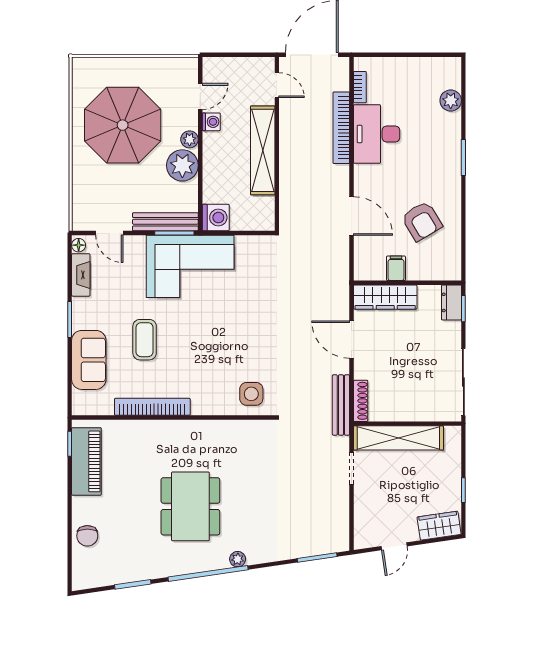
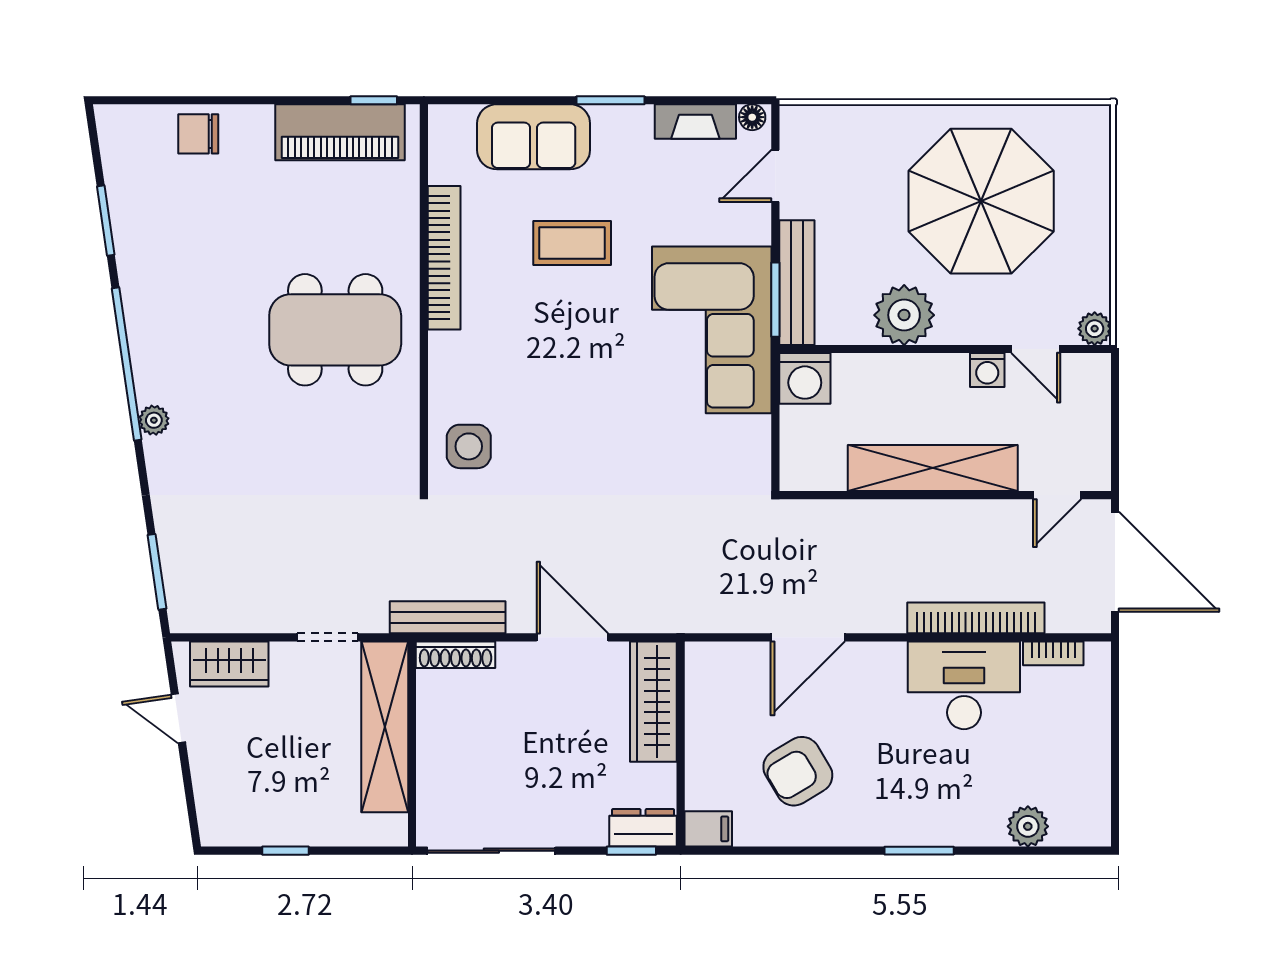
plant: (190, 139) -> (1095, 329), moved
filing cabinet: (396, 268) -> (708, 829), moved
door: (351, 340) -> (572, 637), hinge flipped
dining table: (190, 506) -> (335, 330), moved
wardrobe: (439, 526) -> (229, 664), moved, turned 98

